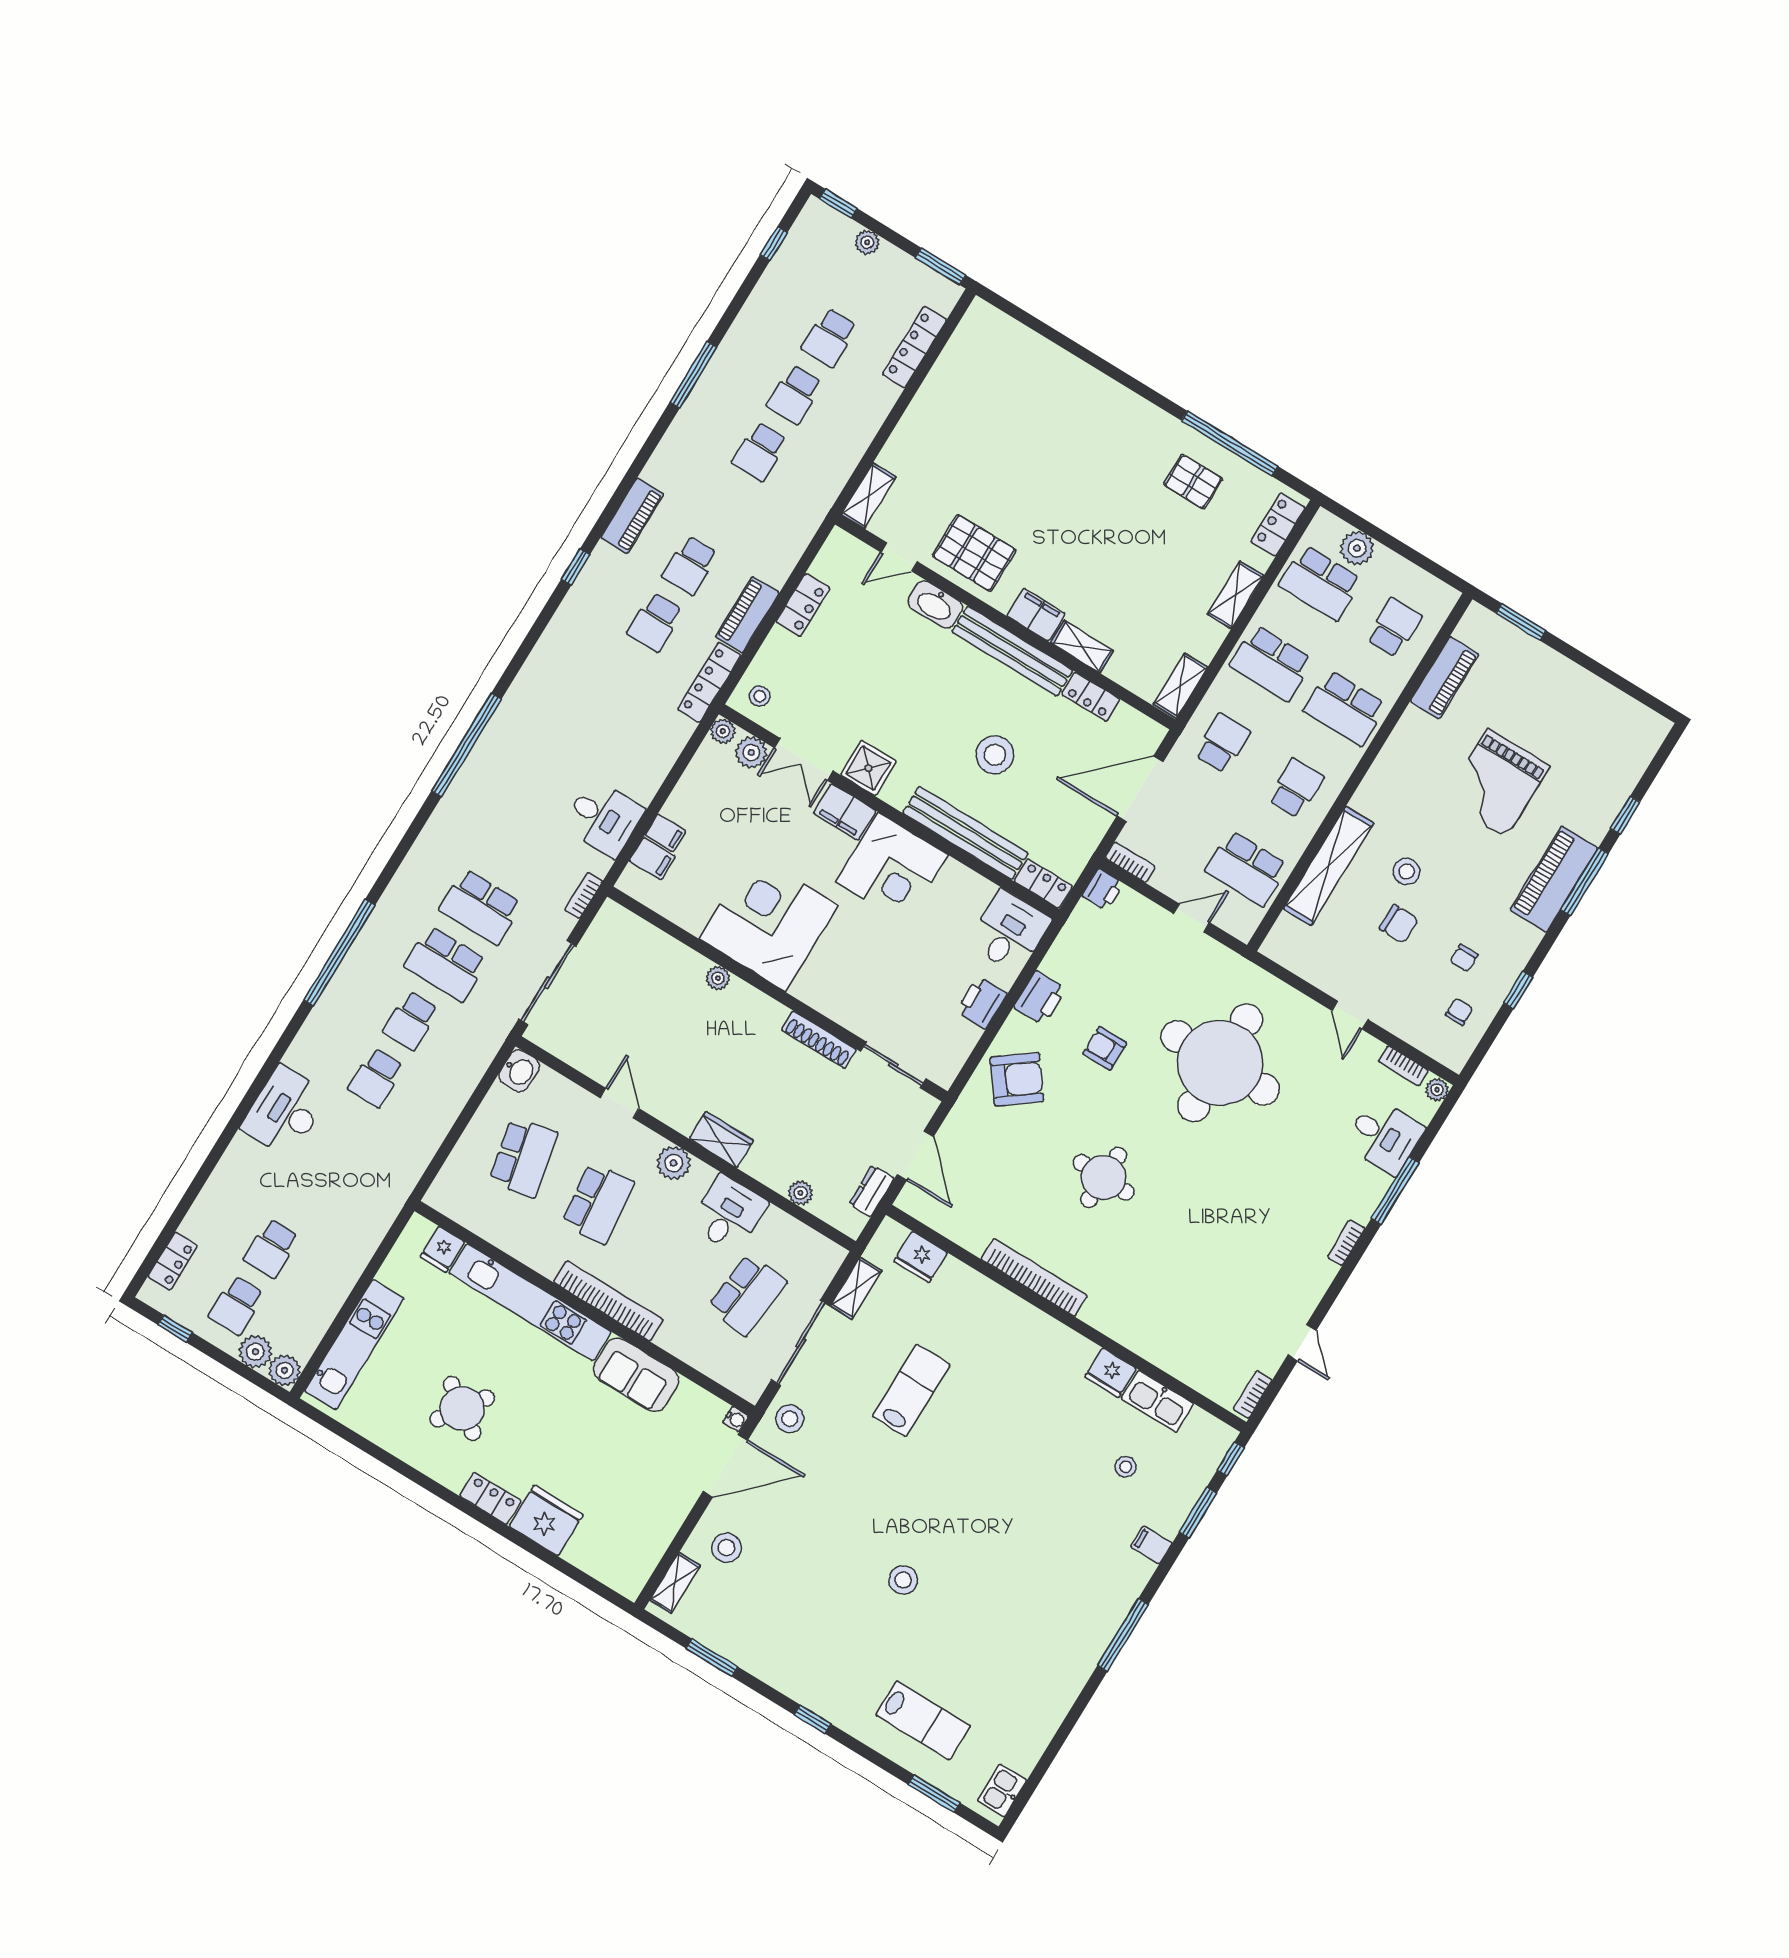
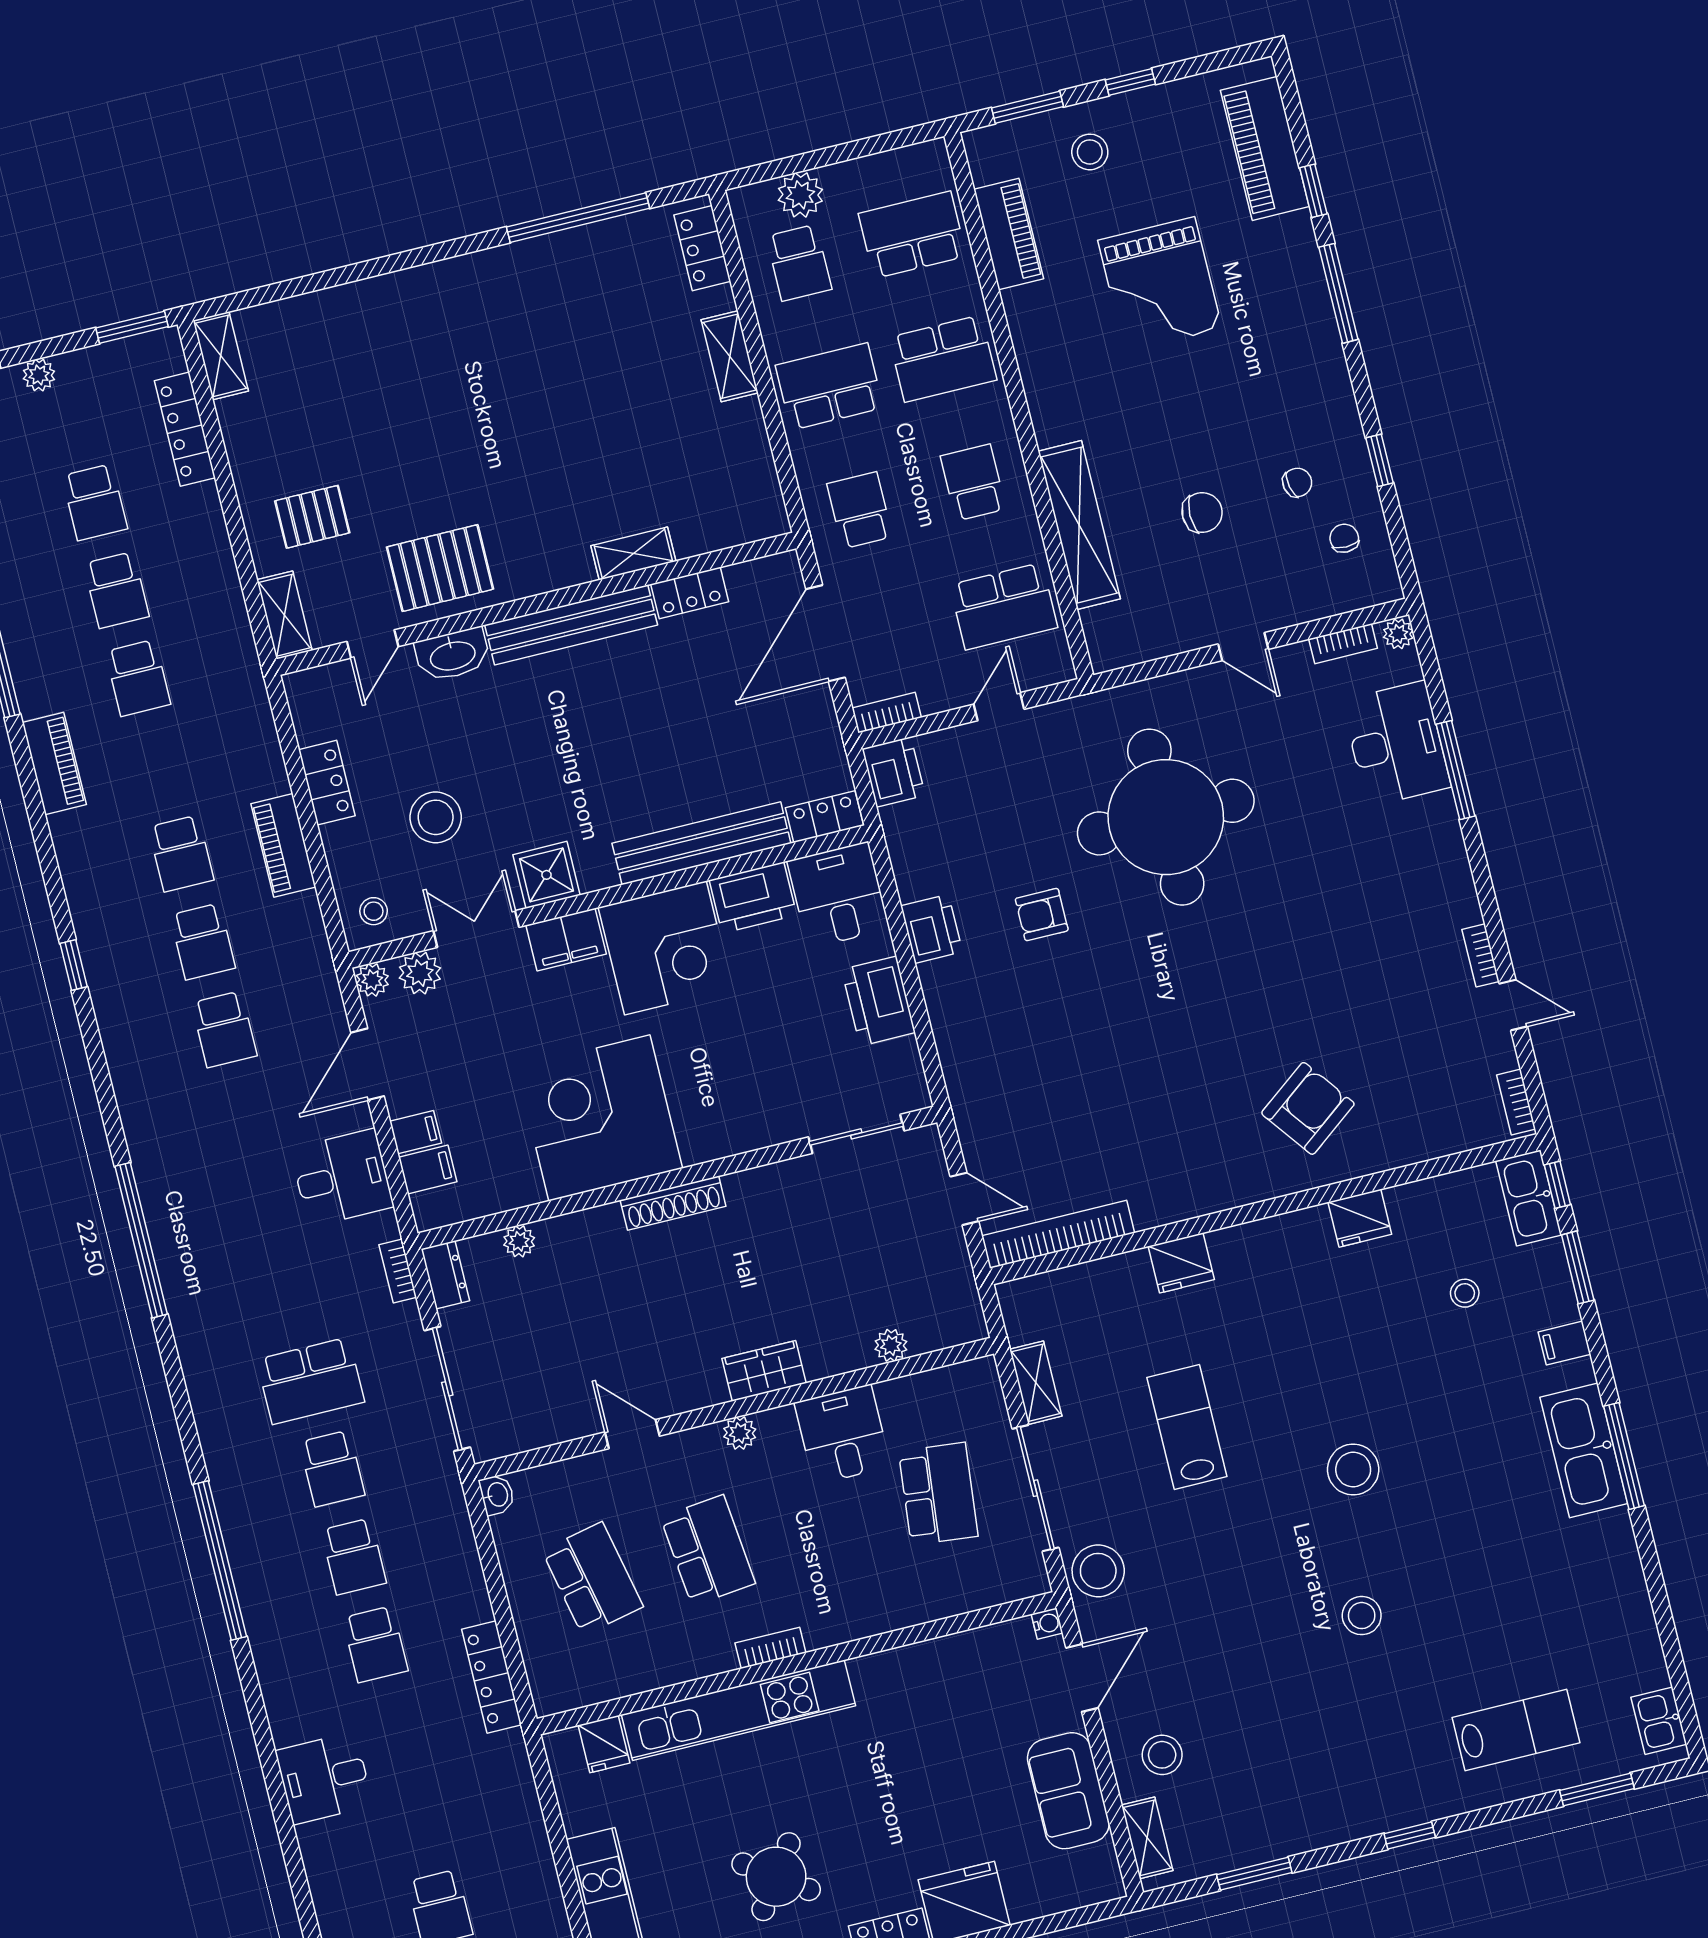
pallet: (1193, 482) -> (312, 517), moved
piano: (632, 516) -> (54, 764), moved
school desk: (1321, 583) -> (799, 263), width x0.54
filing cabinet: (1036, 615) -> (559, 567), removed
school desk: (1394, 628) -> (912, 235), width x1.85
school desk: (1271, 663) -> (829, 386), turned 180
window: (1587, 663) -> (1130, 82), added
school desk: (620, 679) -> (224, 1029), added
locker: (709, 682) -> (492, 1677), moved
shelving: (1180, 686) -> (221, 356), moved
stool: (995, 755) -> (436, 817), moved
double door: (804, 759) -> (476, 929), swing flipped
door: (676, 772) -> (368, 1064), added
stool: (1407, 871) -> (1090, 152), moved
piano: (1554, 879) -> (1265, 148), moved
printer: (964, 888) -> (753, 898), added
printer: (1103, 890) -> (894, 772), width x1.36, depth x1.24
chair: (1464, 958) -> (1297, 482), turned -102
school desk: (446, 964) -> (332, 1469), width x0.54
plant: (718, 978) -> (519, 1241), moved
printer: (982, 1003) -> (878, 1001), width x1.37, depth x1.19
shoe rack: (819, 1040) -> (673, 1203), moved
washbasin: (519, 1071) -> (497, 1495), width x0.72, depth x0.69
armchair: (1017, 1079) -> (1308, 1108), moved
desk: (285, 1111) -> (324, 1778), width x0.73
desk: (1384, 1136) -> (1396, 744), width x1.37
door: (915, 1155) -> (964, 1199), width x0.73
plant: (674, 1163) -> (740, 1433), width x0.73, depth x0.73
round table: (1104, 1177) -> (1165, 1039), removed
dresser: (872, 1191) -> (445, 1275), moved, turned 180
bookcase: (1346, 1243) -> (1481, 955), moved
fridge: (921, 1257) -> (1181, 1263), moved
bookcase: (1034, 1277) -> (1058, 1234), moved
bookcase: (608, 1301) -> (770, 1648), width x0.43, depth x0.76
sofa: (636, 1375) -> (1068, 1791), moved, turned 90
kitchen sink: (1157, 1401) -> (1529, 1198), moved, turned 90
stool: (790, 1419) -> (1098, 1571), width x1.38, depth x1.38
door: (725, 1466) -> (1082, 1678), width x0.73
stool: (975, 1500) -> (1353, 1470), added
kitchen sink: (1105, 1611) -> (1584, 1450), added

